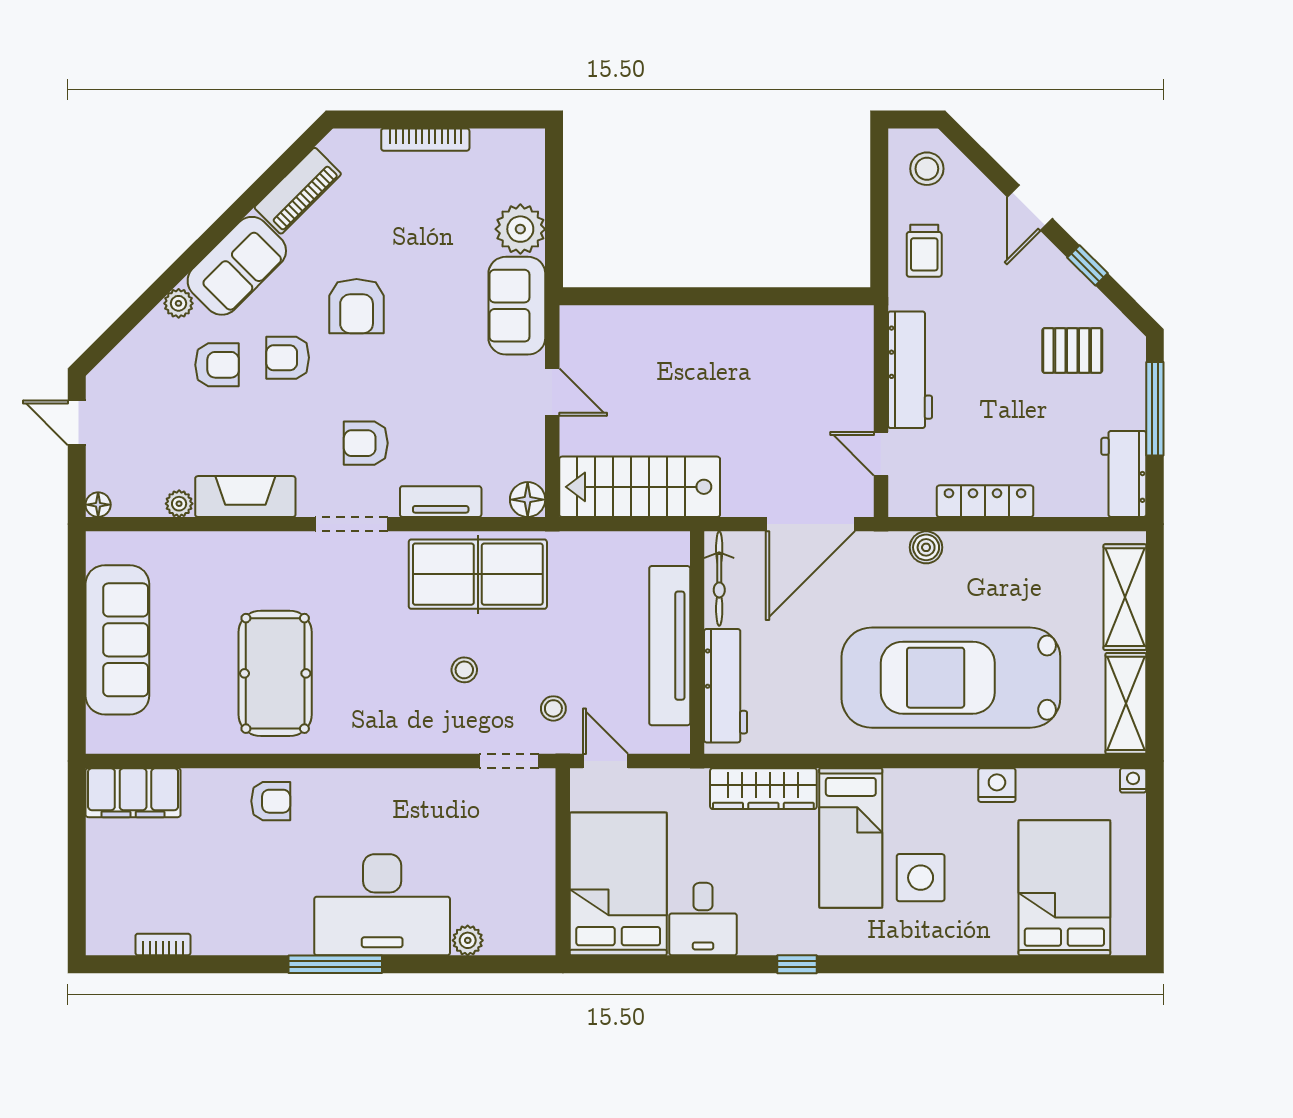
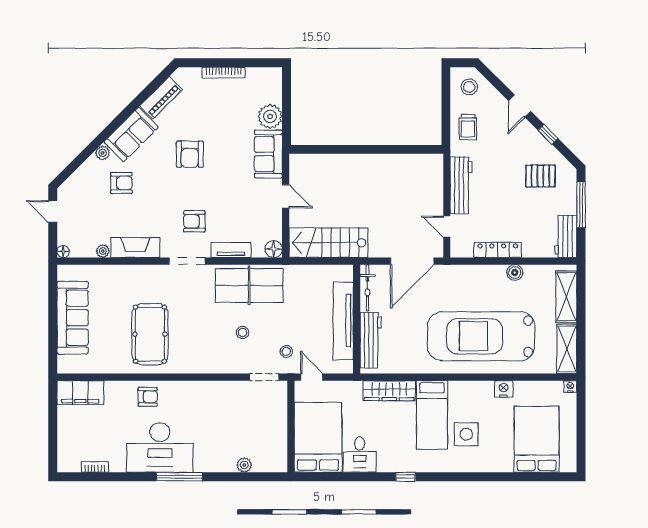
armchair: (288, 358) -> (156, 180), removed
boiler: (926, 547) -> (515, 272), moved
desk: (382, 905) -> (160, 448), moved

